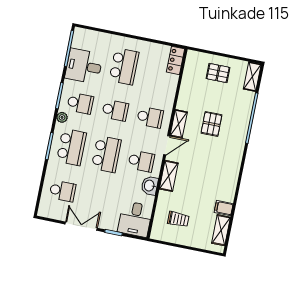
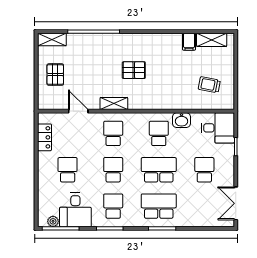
locker: (176, 60) -> (44, 137), moved, turned -90
school desk: (124, 66) -> (68, 170), width x0.54
plant: (62, 117) -> (53, 221), moved
pallet: (211, 124) -> (134, 70), moved
door: (167, 145) -> (78, 111), moved
shelving: (169, 176) -> (168, 103), removed
school desk: (63, 191) -> (204, 170), moved
trolley: (178, 219) -> (209, 85), turned -79
double door: (81, 226) -> (236, 203), moved

